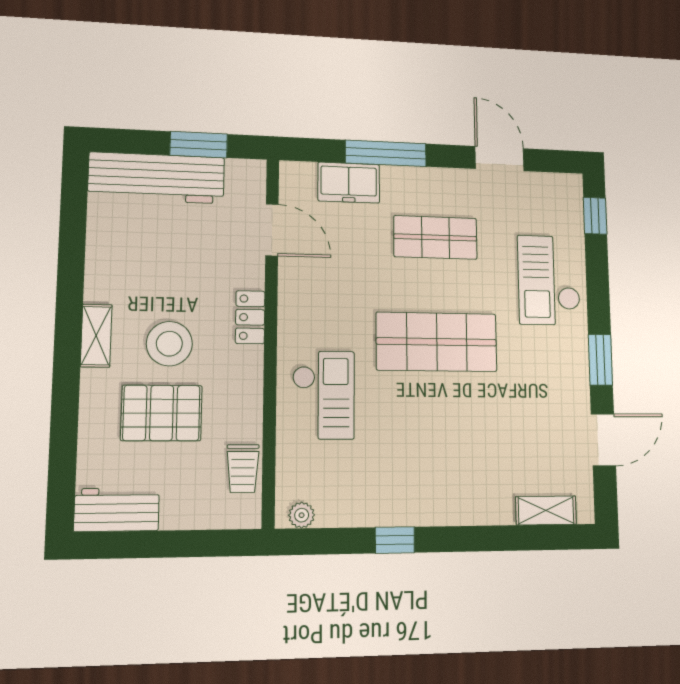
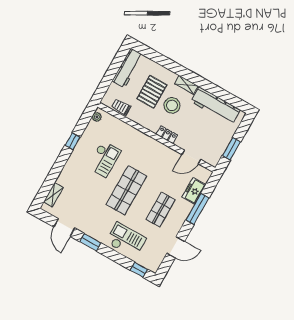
workbench: (157, 178) -> (216, 106), moved, turned -90
checkout: (323, 395) -> (104, 159), moved, turned -90
workbench: (117, 510) -> (128, 68), width x1.38

